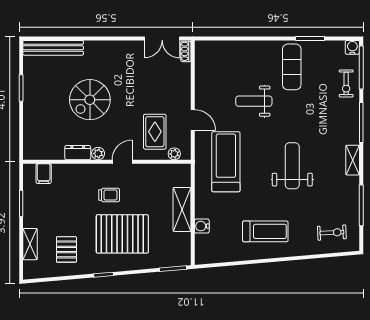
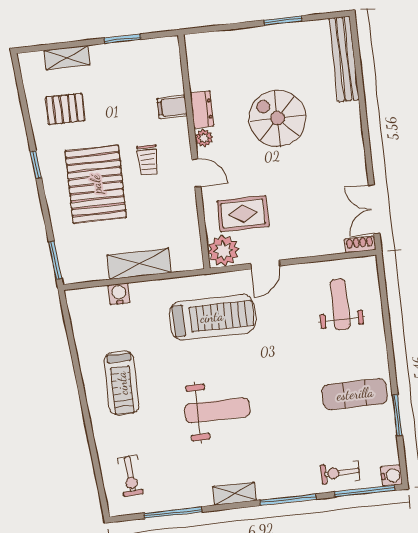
weight bench: (254, 101) -> (340, 304), moved
plant: (174, 154) -> (223, 251), width x1.88, depth x1.88
filing cabinet: (44, 174) -> (172, 107), moved

